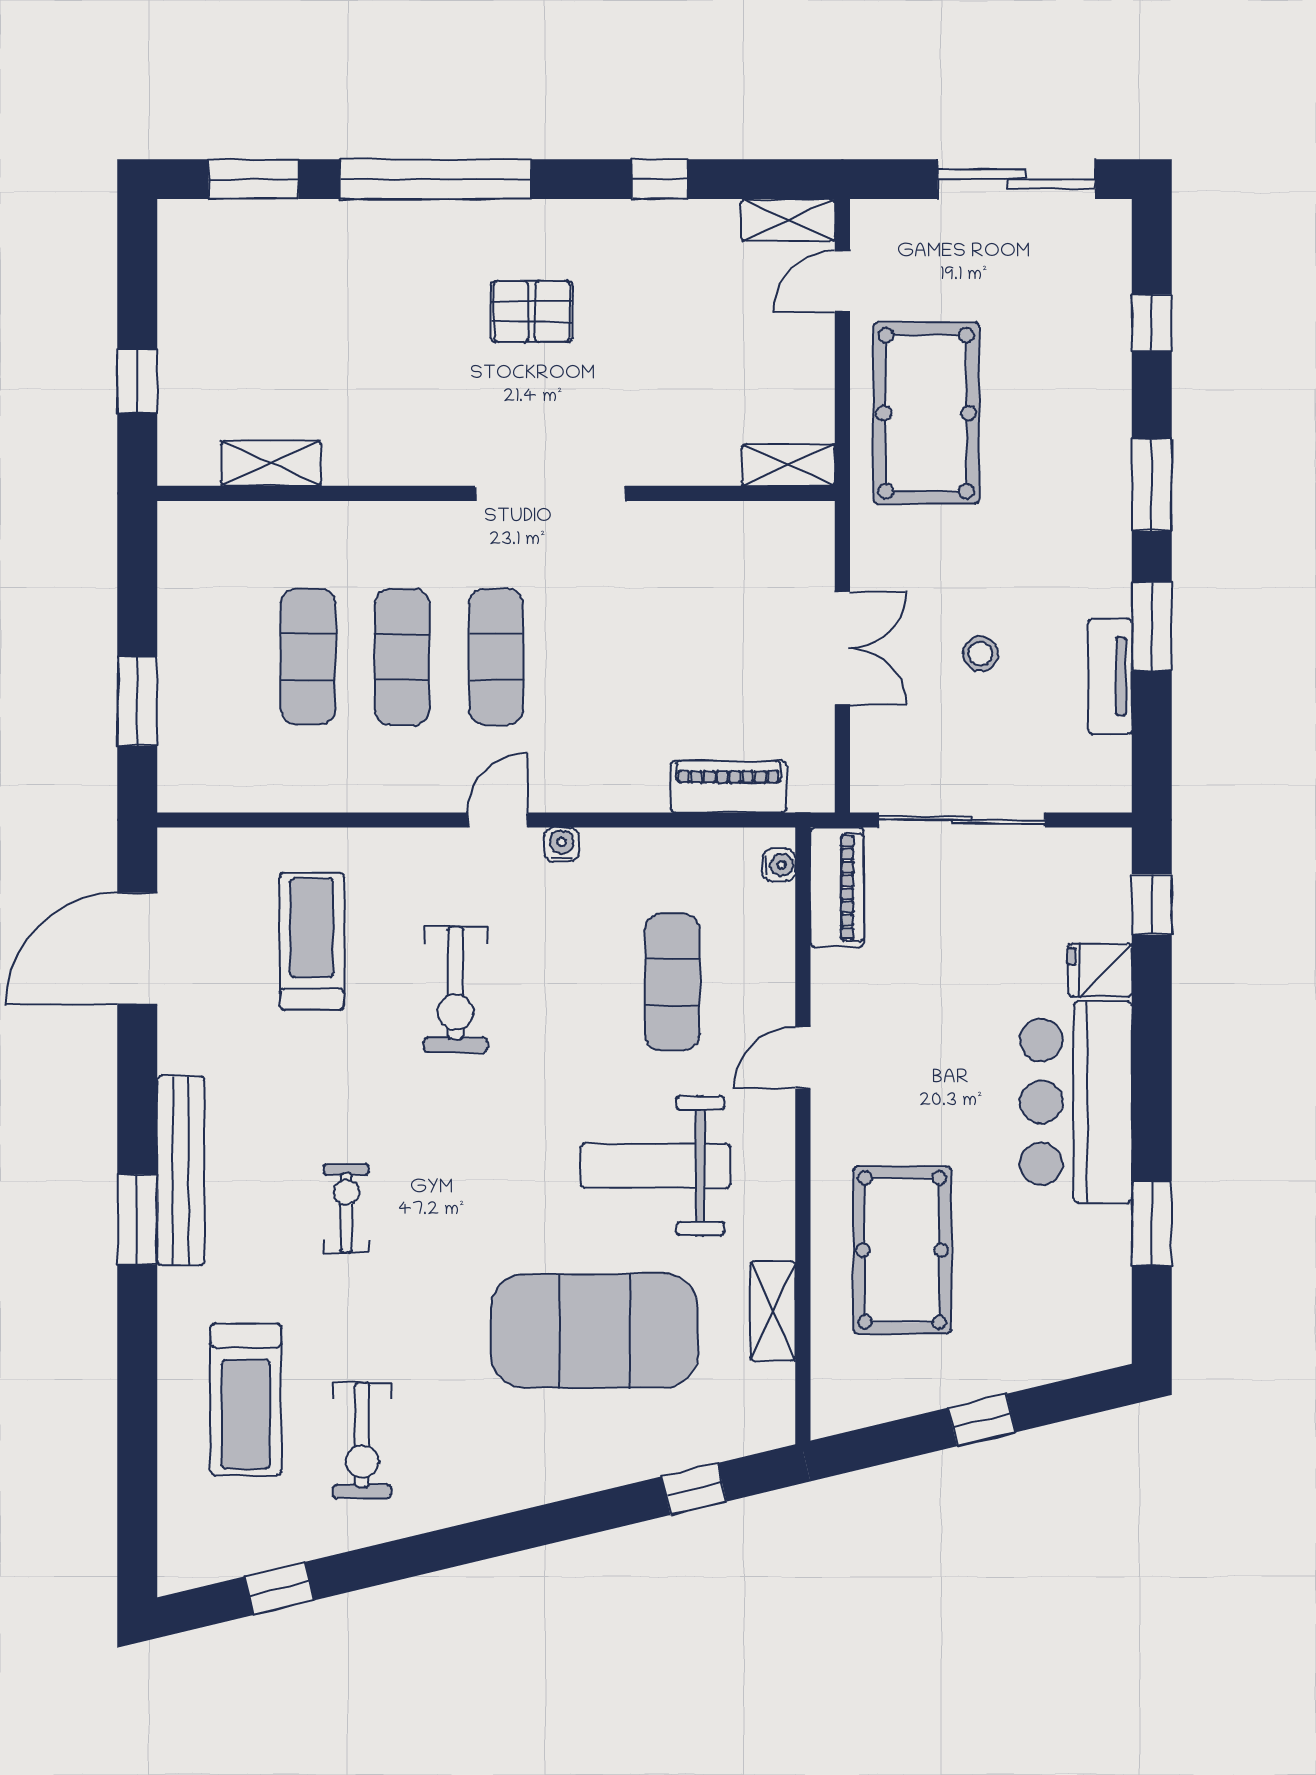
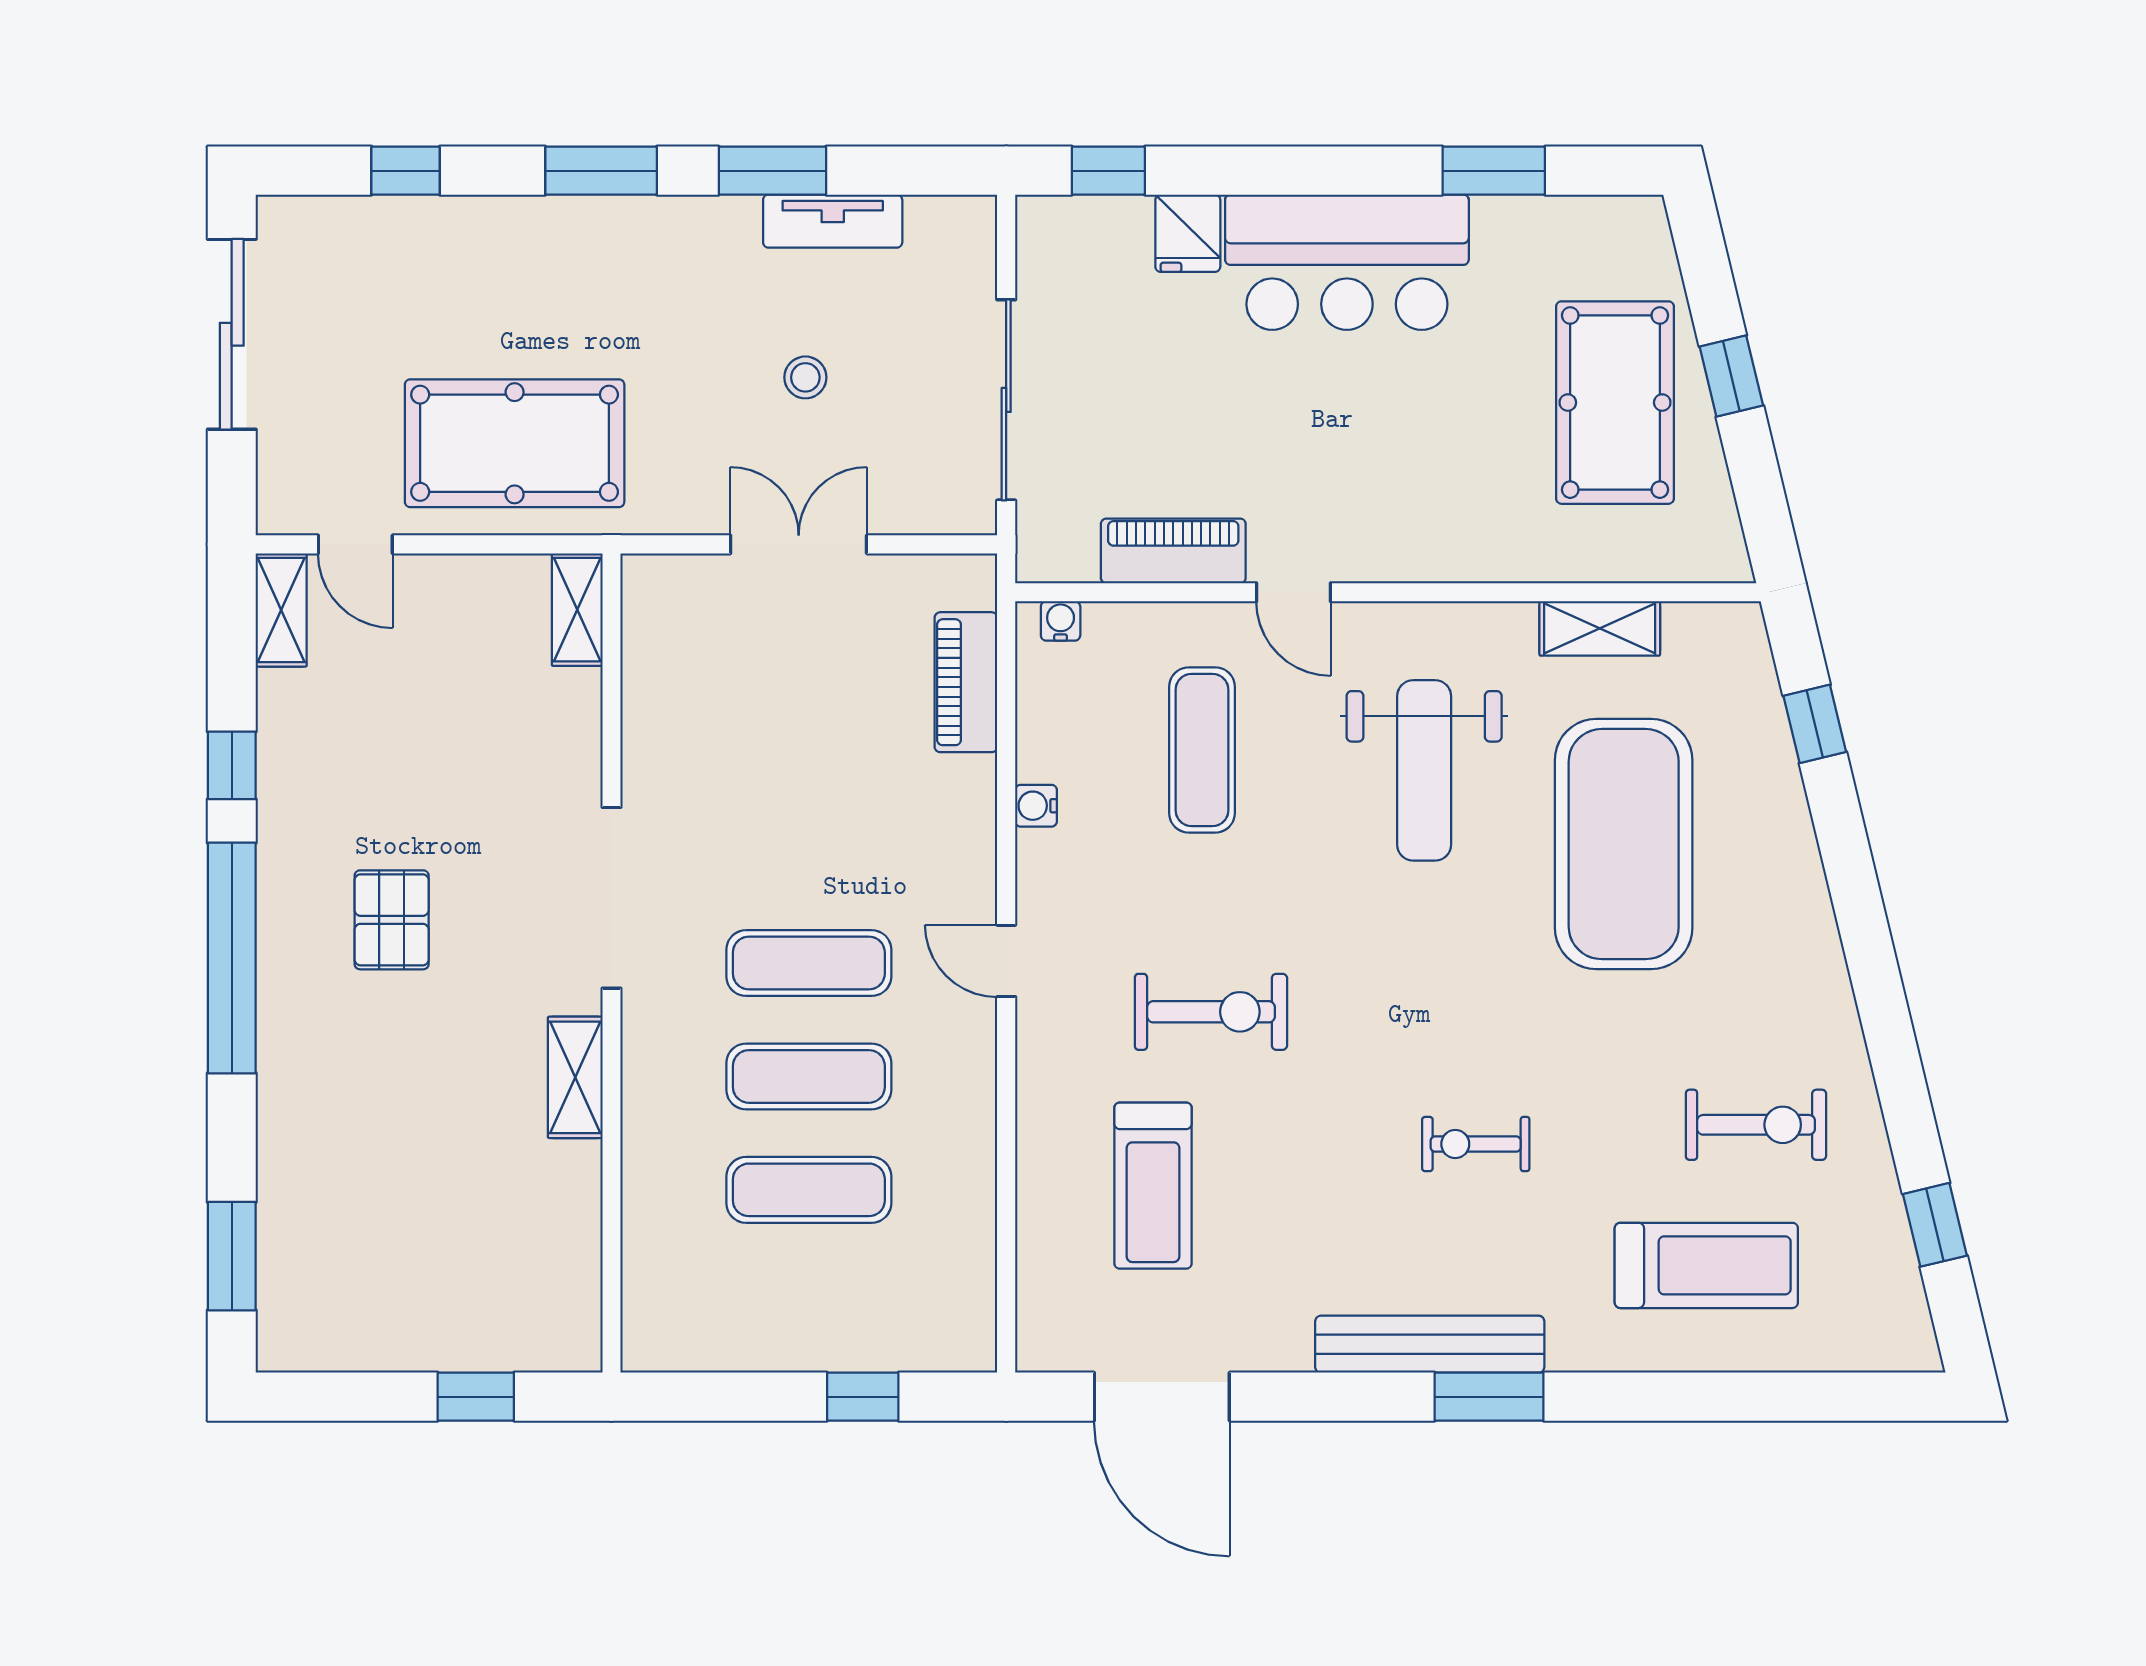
window: (436, 179) -> (232, 958), moved
shelving: (271, 463) -> (575, 1077), moved
window: (137, 701) -> (863, 1397), width x0.67
water cooler: (562, 845) -> (1036, 806), moved
piano: (837, 887) -> (1173, 551), moved
treadmill: (312, 941) -> (1153, 1186), turned -90
exercise mat: (672, 982) -> (1202, 750), turned 90
pool table: (902, 1250) -> (1615, 403), moved, turned 90

